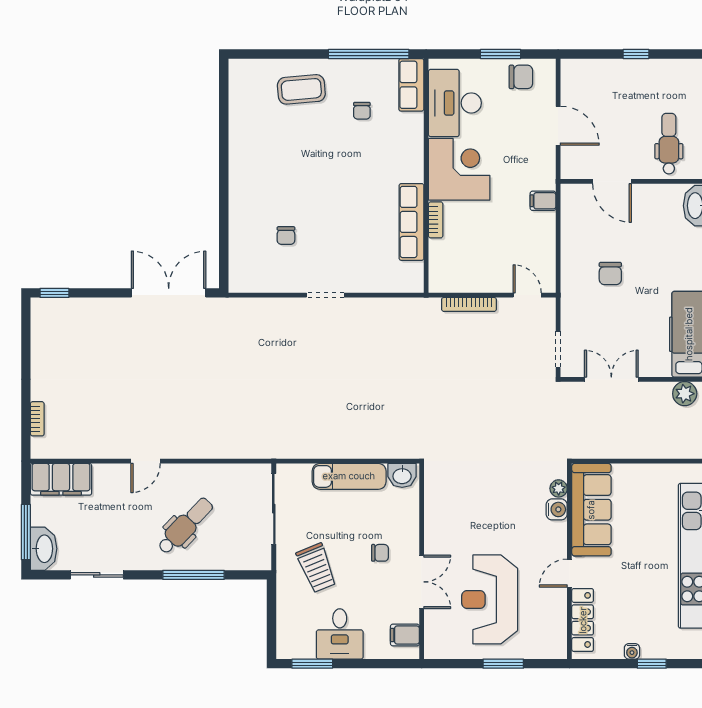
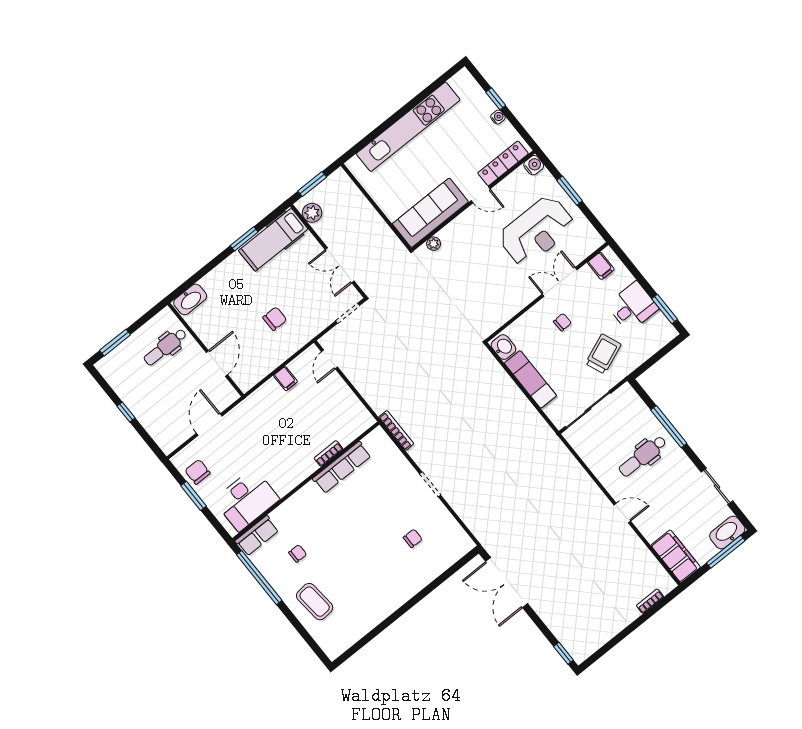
corner desk: (459, 169) -> (285, 464), removed
filing cabinet: (543, 201) -> (285, 379), moved
bookcase: (469, 304) -> (396, 430), moved
water cooler: (557, 509) -> (534, 165), moved, turned 90
dental chair: (185, 526) -> (643, 456), turned -44
chair: (380, 553) -> (562, 322), turned 88

